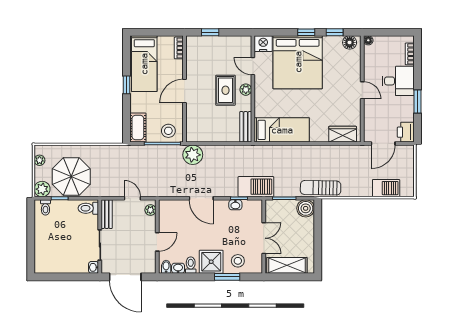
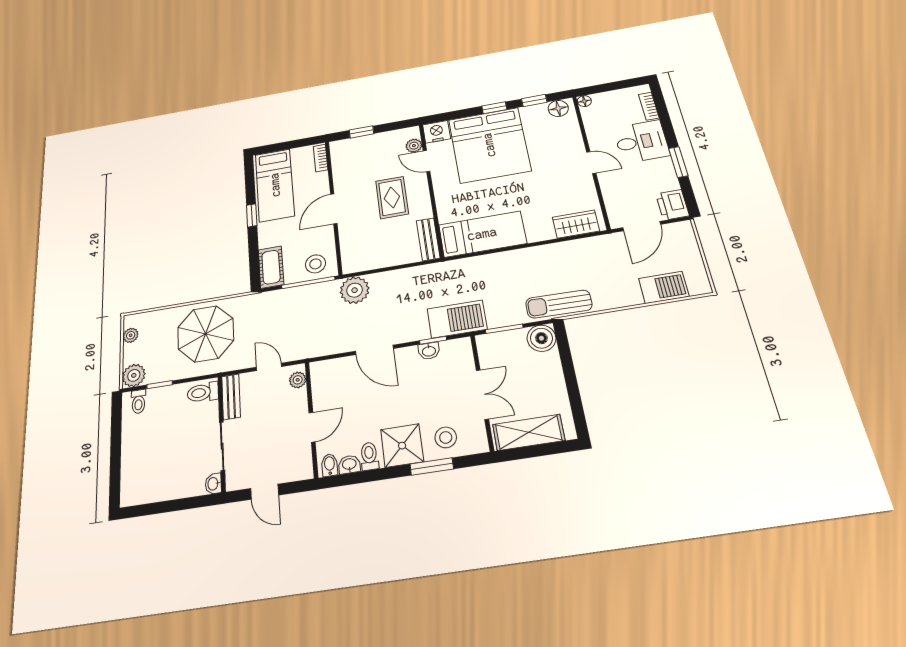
plant: (246, 90) -> (414, 146), moved
parasol: (71, 176) -> (206, 334), moved
door: (125, 277) -> (265, 492), width x0.53

